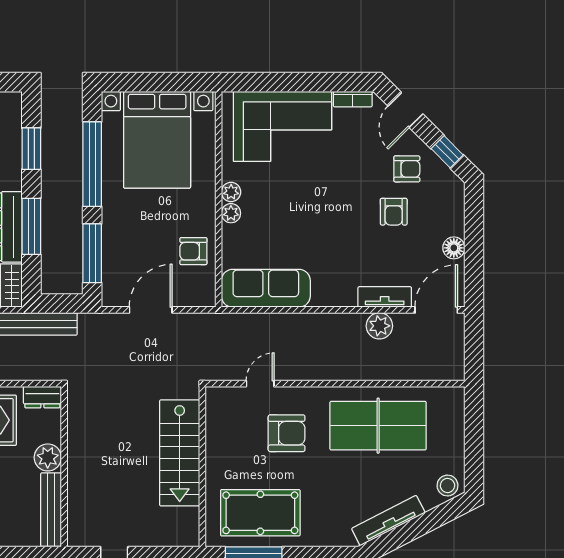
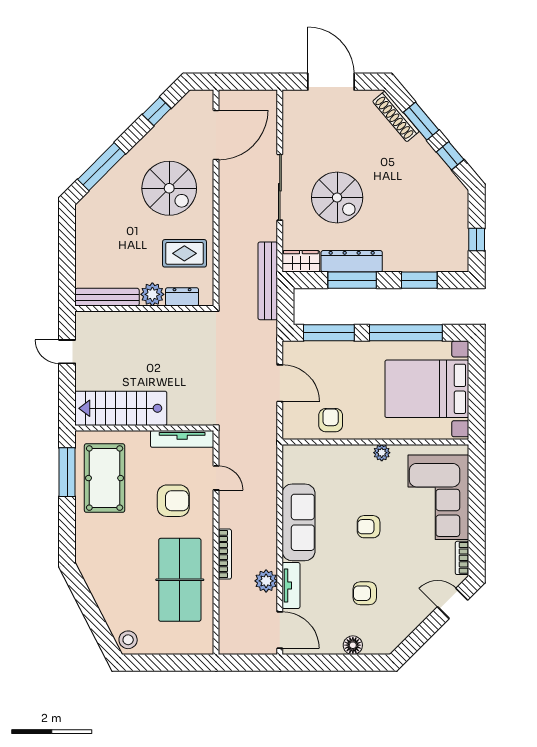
window: (447, 152) -> (417, 640), removed
armchair: (407, 169) -> (369, 527), moved, turned 90
plant: (231, 213) -> (363, 453), removed
floor lamp: (454, 248) -> (353, 645), moved
sofa: (266, 288) -> (299, 522), moved
bookcase: (348, 373) -> (225, 554), added
dresser: (42, 397) -> (182, 297), moved, turned 90
armchair: (287, 433) -> (173, 501), turned -90
stairs: (180, 453) -> (121, 408), moved
tv unit: (388, 521) -> (182, 439), moved, turned 117

